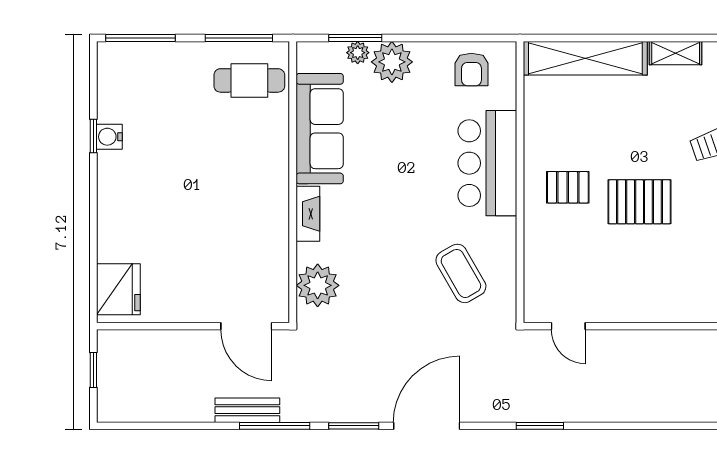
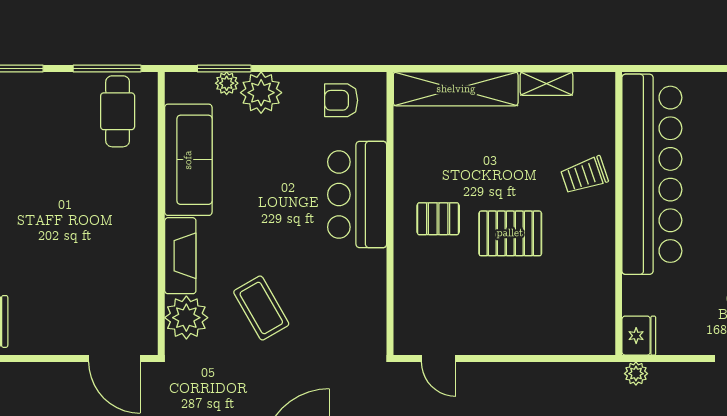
armchair: (471, 70) -> (341, 100), turned 90
cafe table: (249, 80) -> (118, 111), turned 90
fireplace: (308, 214) -> (180, 256), width x1.37, depth x1.32
coffee table: (461, 273) -> (261, 308), moved

